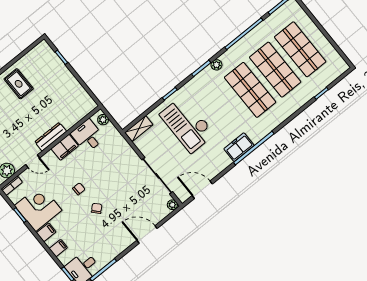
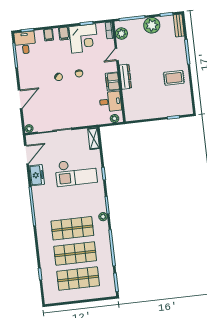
checkout: (187, 124) -> (76, 172), turned 180
freezer: (239, 147) -> (37, 175), moved

